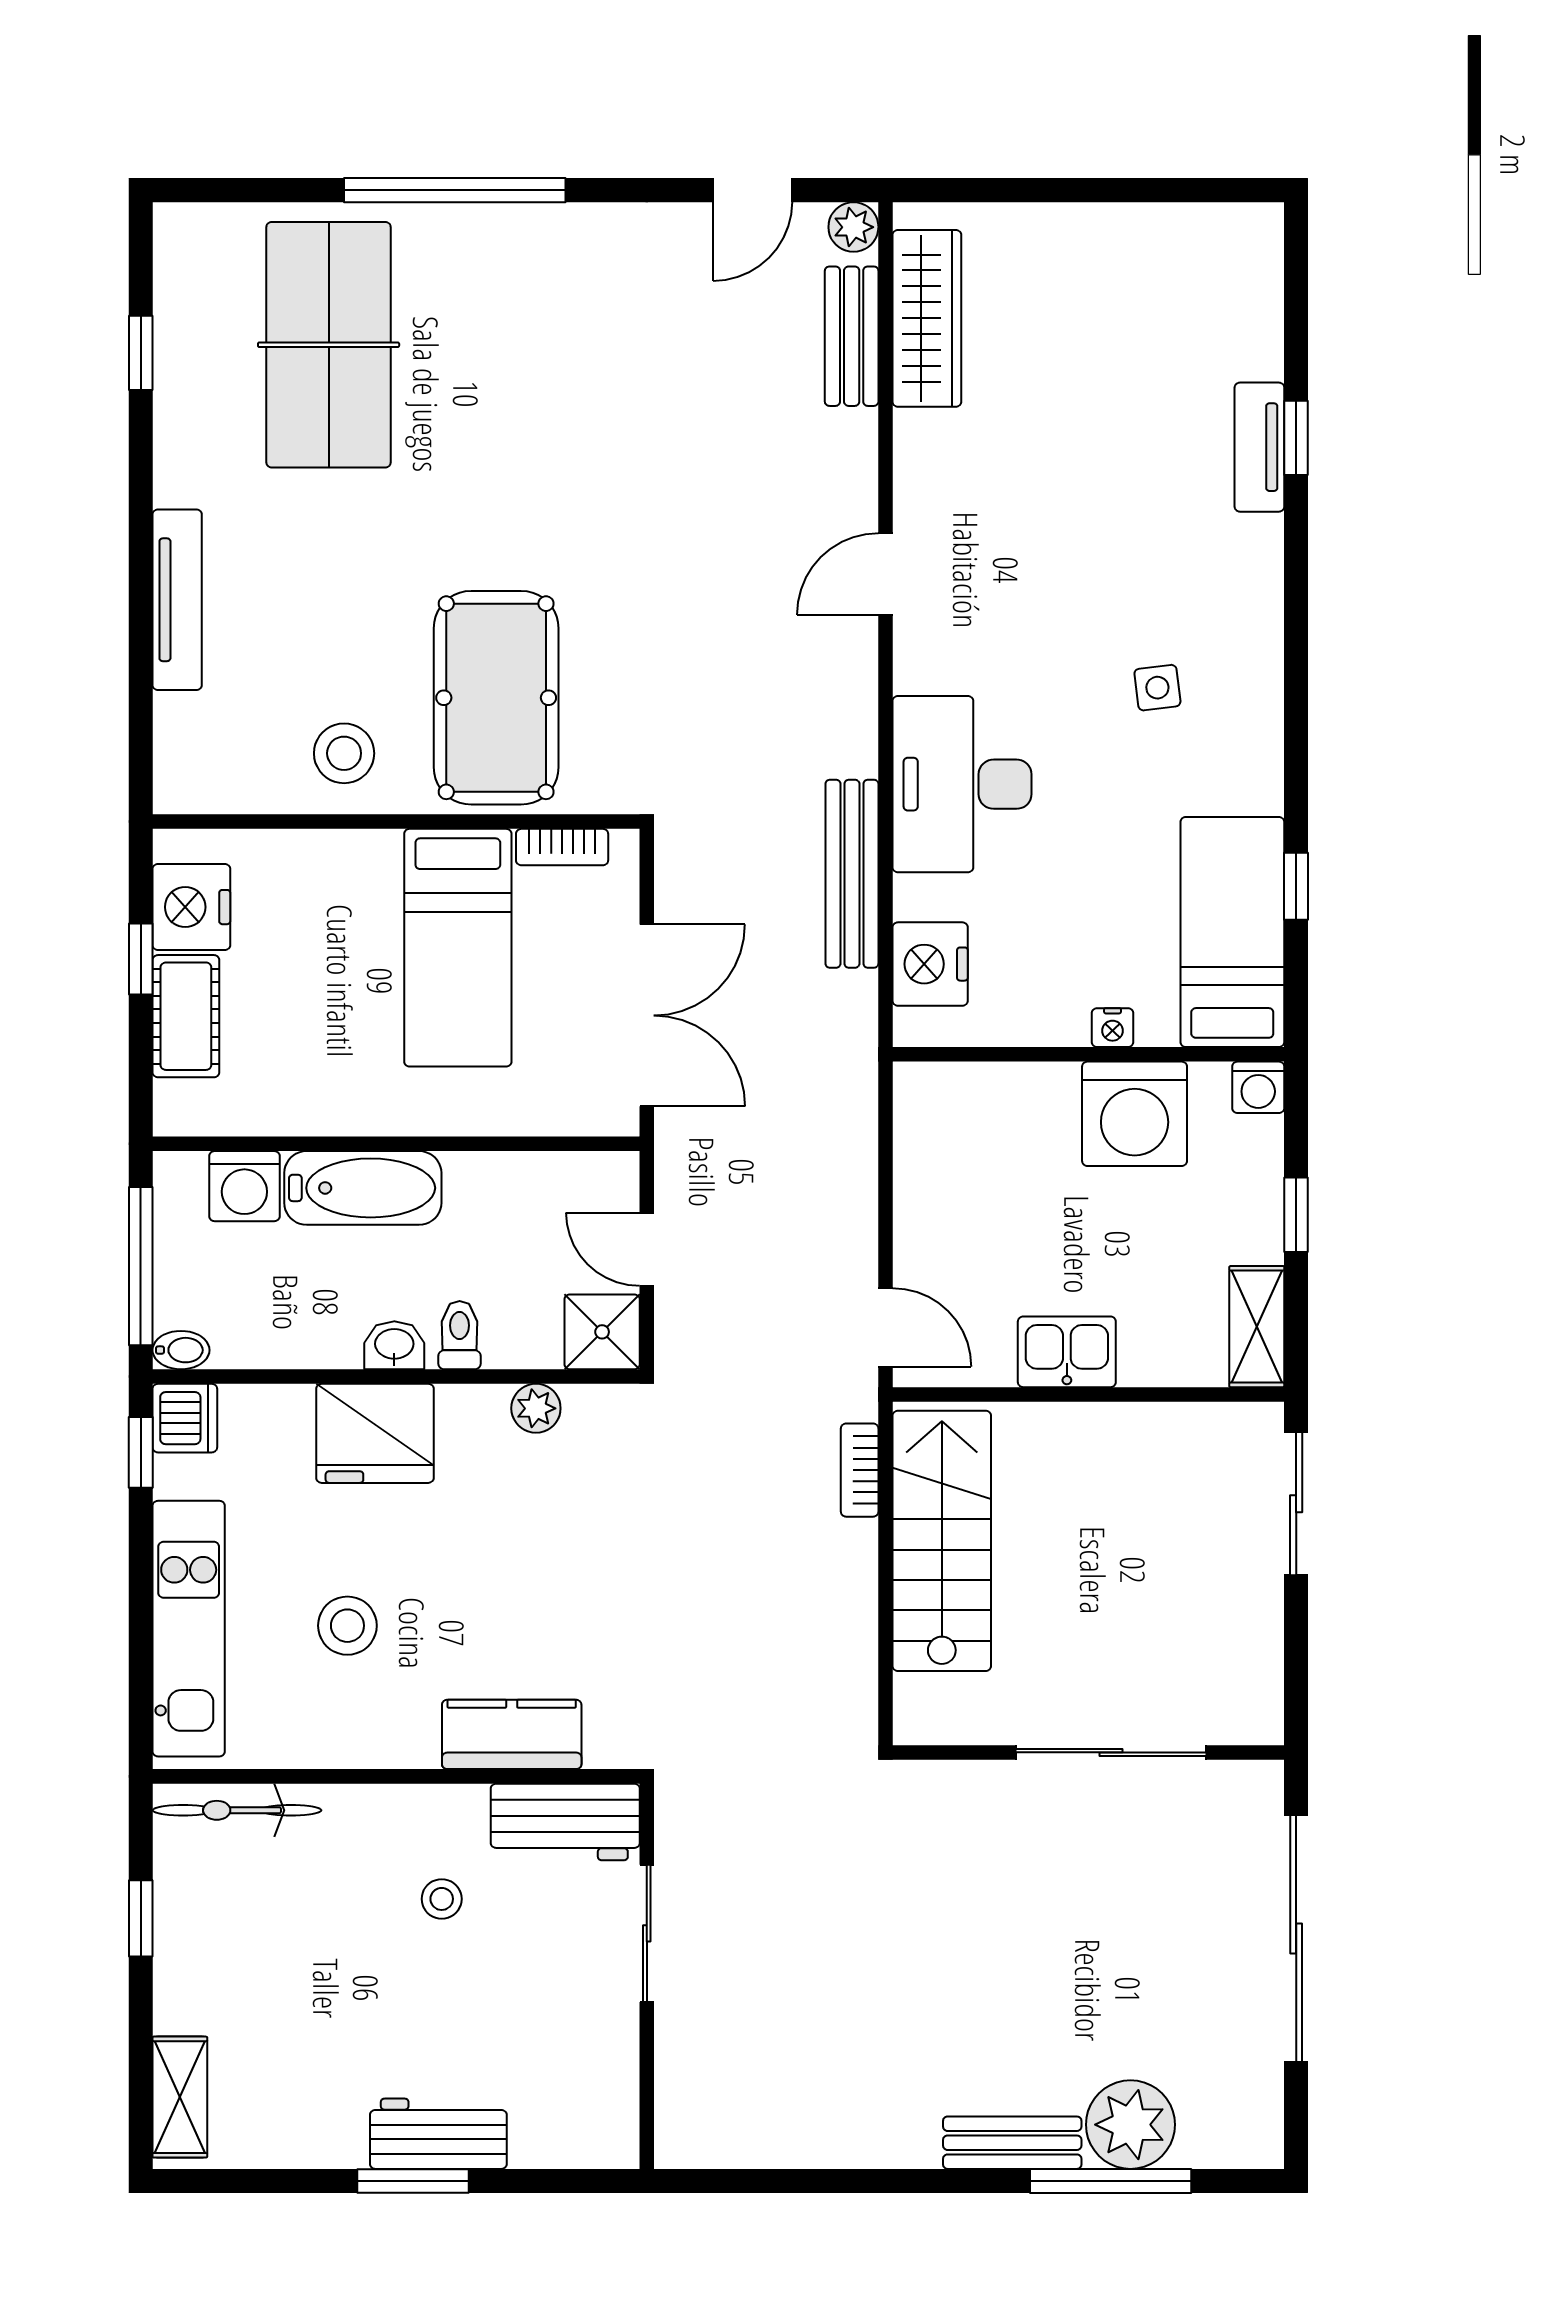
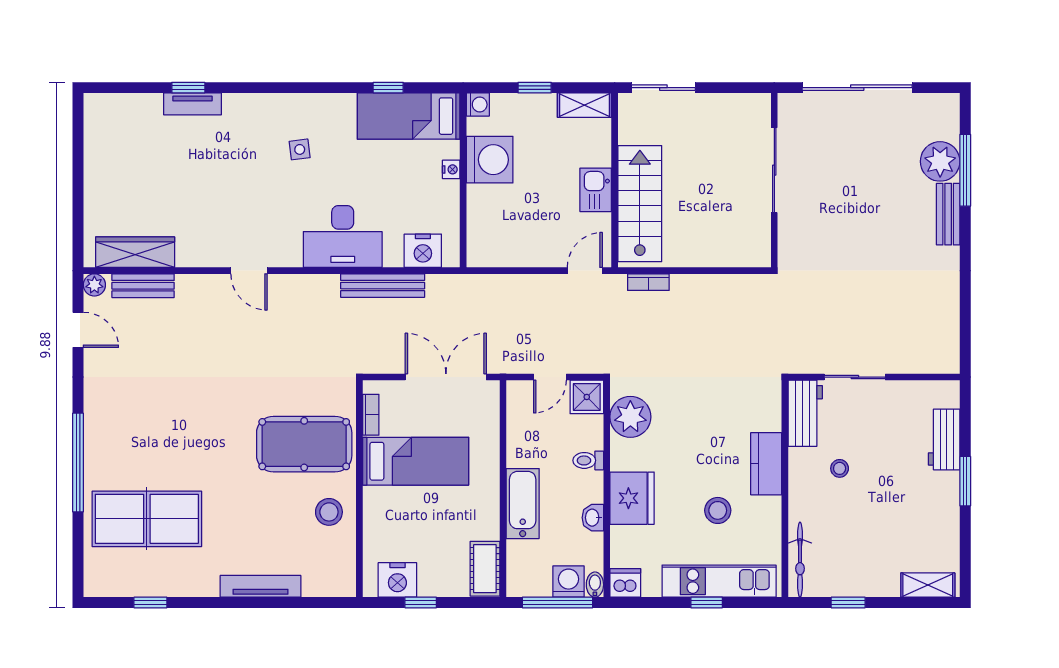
cot: (186, 1016) -> (485, 569), moved, turned 90
washing machine: (244, 1186) -> (569, 582), moved, turned -90
washbasin: (394, 1345) -> (593, 518), moved
plant: (536, 1408) -> (630, 417), width x1.88, depth x1.88
window: (141, 1452) -> (707, 603), moved
stairs: (942, 1541) -> (640, 204), moved, turned 90
kitchen counter: (512, 1734) -> (766, 464), moved
workbench: (438, 2134) -> (944, 439), moved

